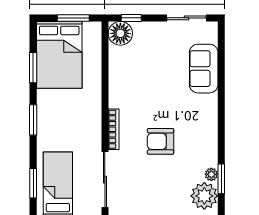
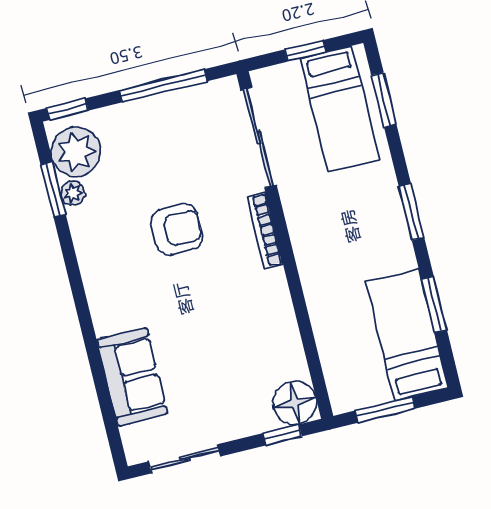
bed: (59, 55) -> (407, 335), width x0.67

